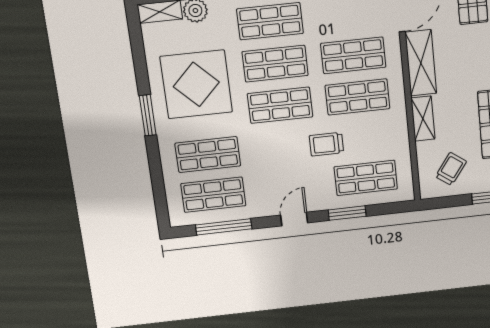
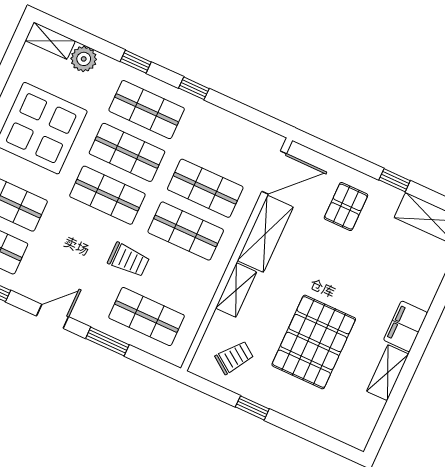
trolley: (326, 144) -> (129, 260), turned 180

